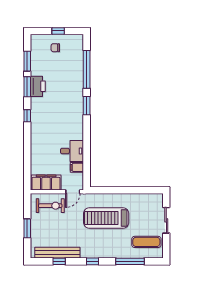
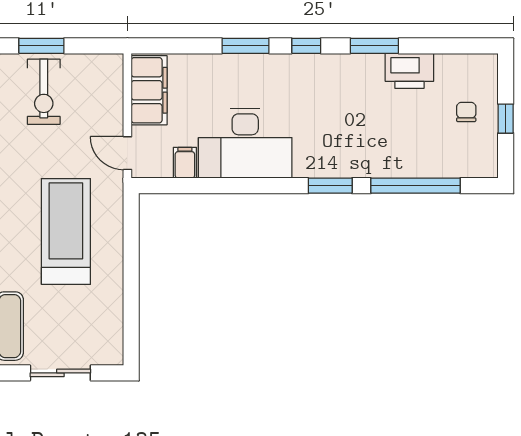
window: (27, 61) -> (246, 46), moved
printer: (38, 86) -> (409, 71), moved
desk: (72, 151) -> (245, 143), width x1.87, depth x1.30
exercise bike: (50, 206) -> (44, 92), moved

